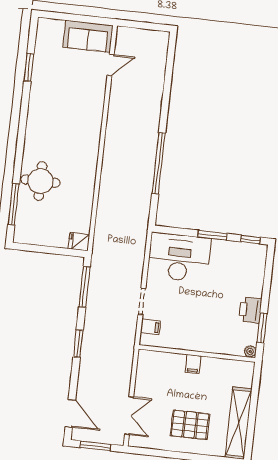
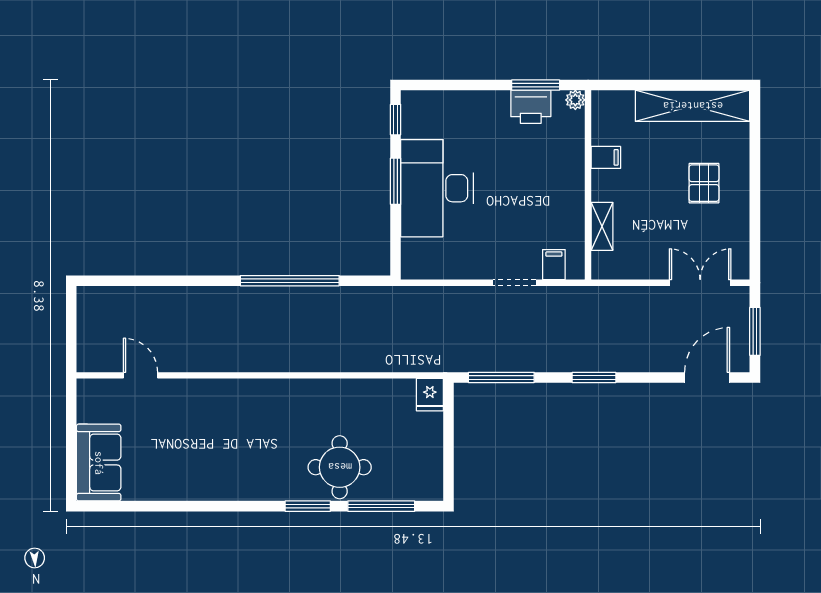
sofa: (88, 36) -> (99, 463), moved
window: (29, 67) -> (308, 506), moved
desk: (179, 257) -> (437, 188), moved
printer: (251, 310) -> (531, 107), moved
shelving: (170, 359) -> (602, 226), added
filing cabinet: (193, 364) -> (606, 157), moved
pallet: (190, 425) -> (704, 183), width x0.67, depth x0.71

